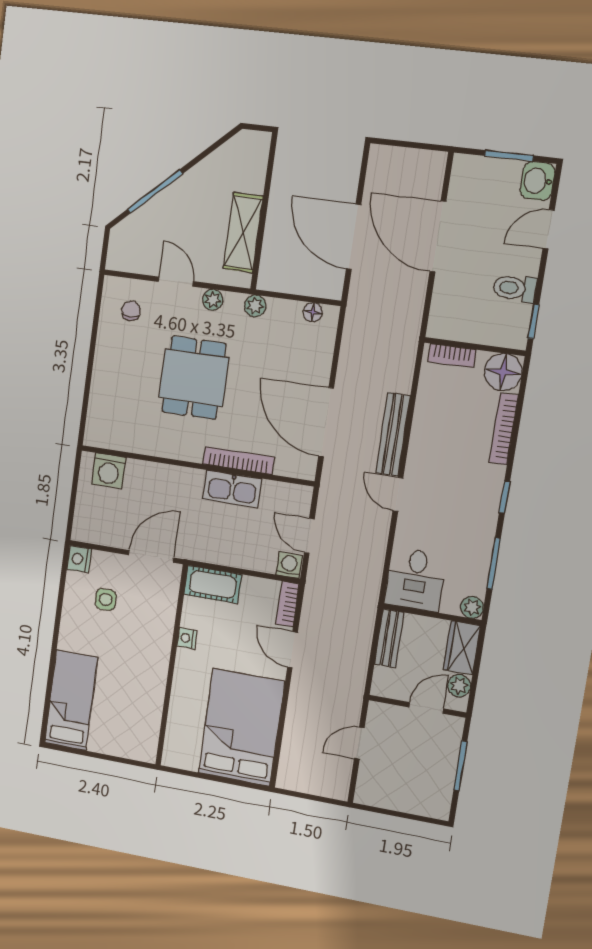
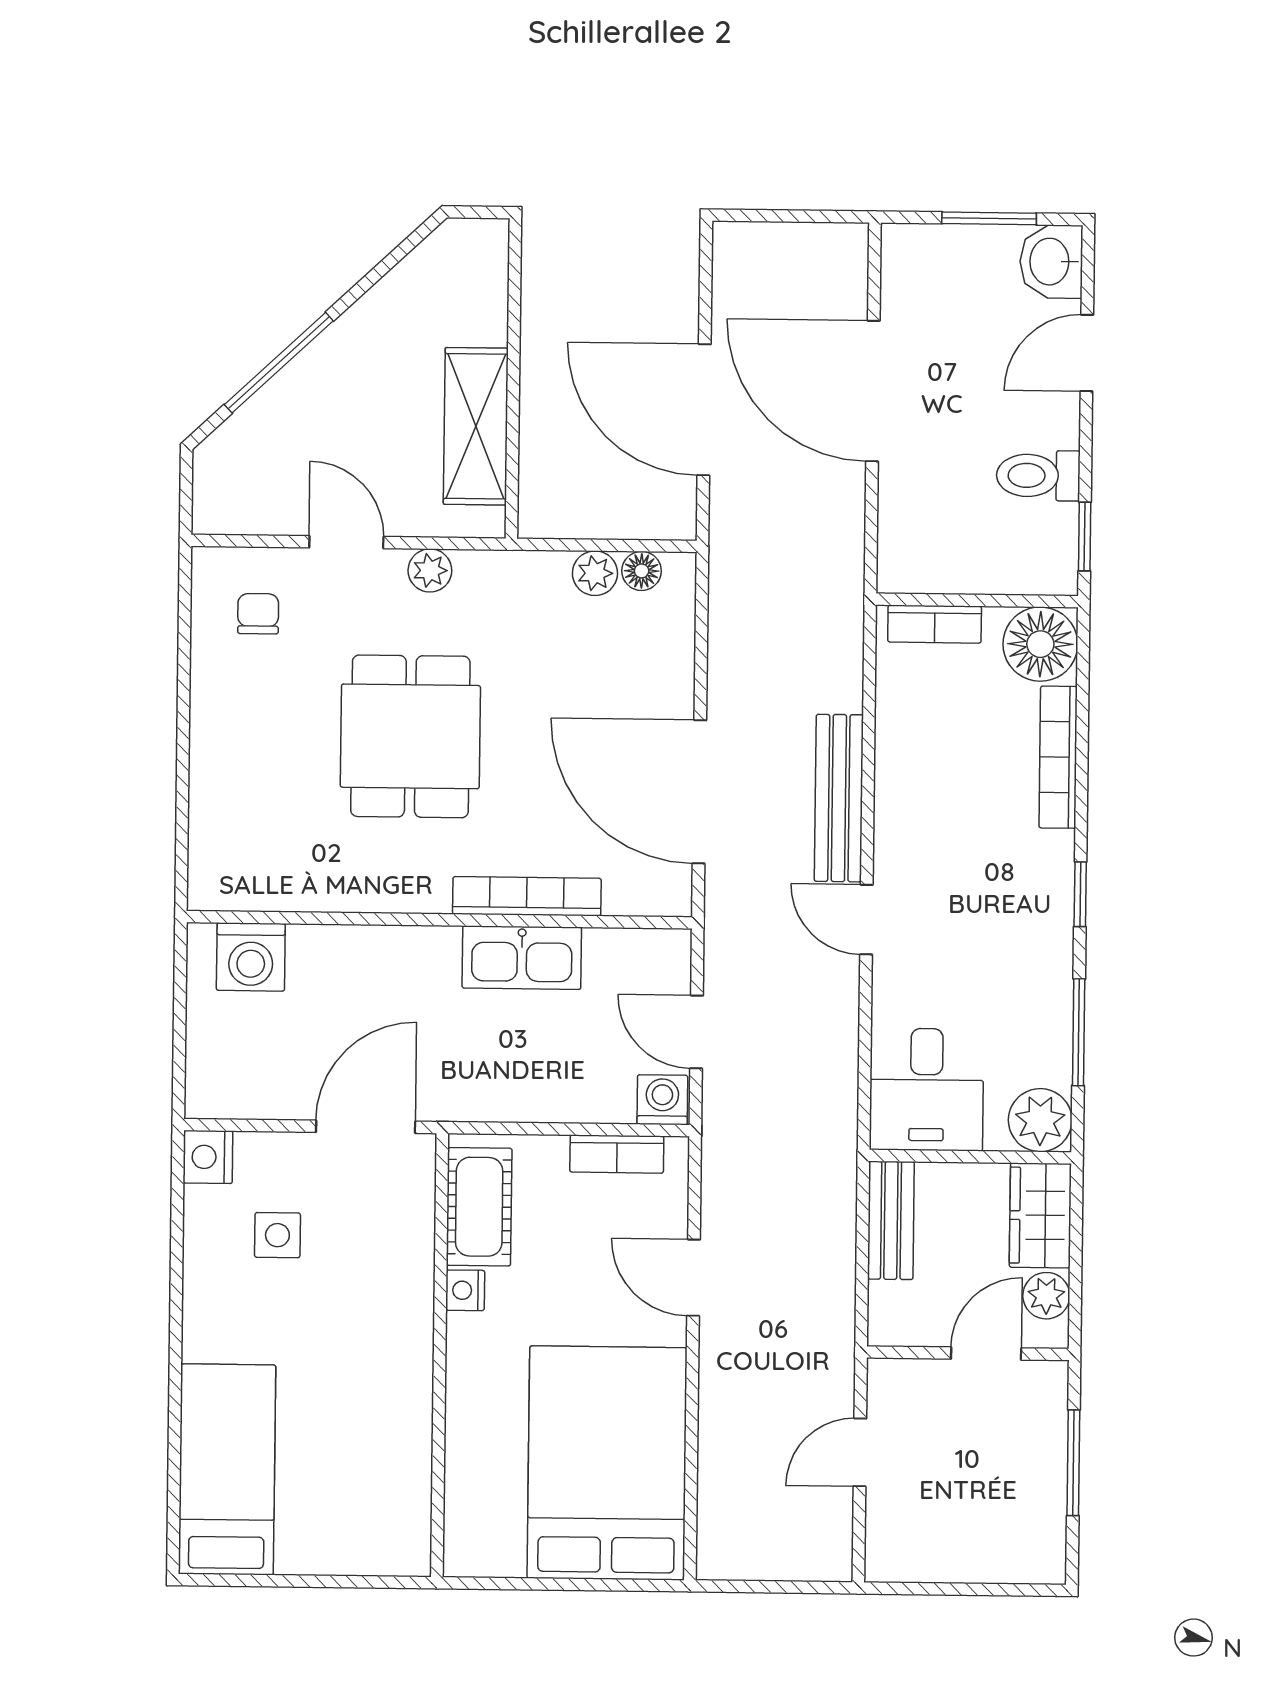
plant: (255, 306) -> (595, 573), moved
cot: (213, 584) -> (479, 1207), moved, turned 90
bookcase: (288, 604) -> (617, 1154), moved, turned -90
plant: (472, 607) -> (1040, 1120), width x1.38, depth x1.38

